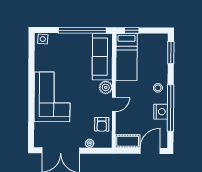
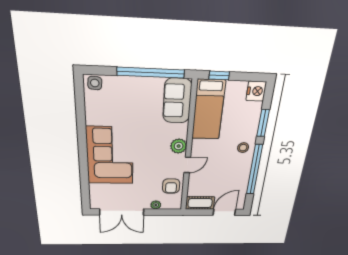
window: (171, 53) -> (263, 123), moved
sofa: (102, 57) -> (177, 101), width x0.73
nightstand: (161, 112) -> (256, 91), moved

